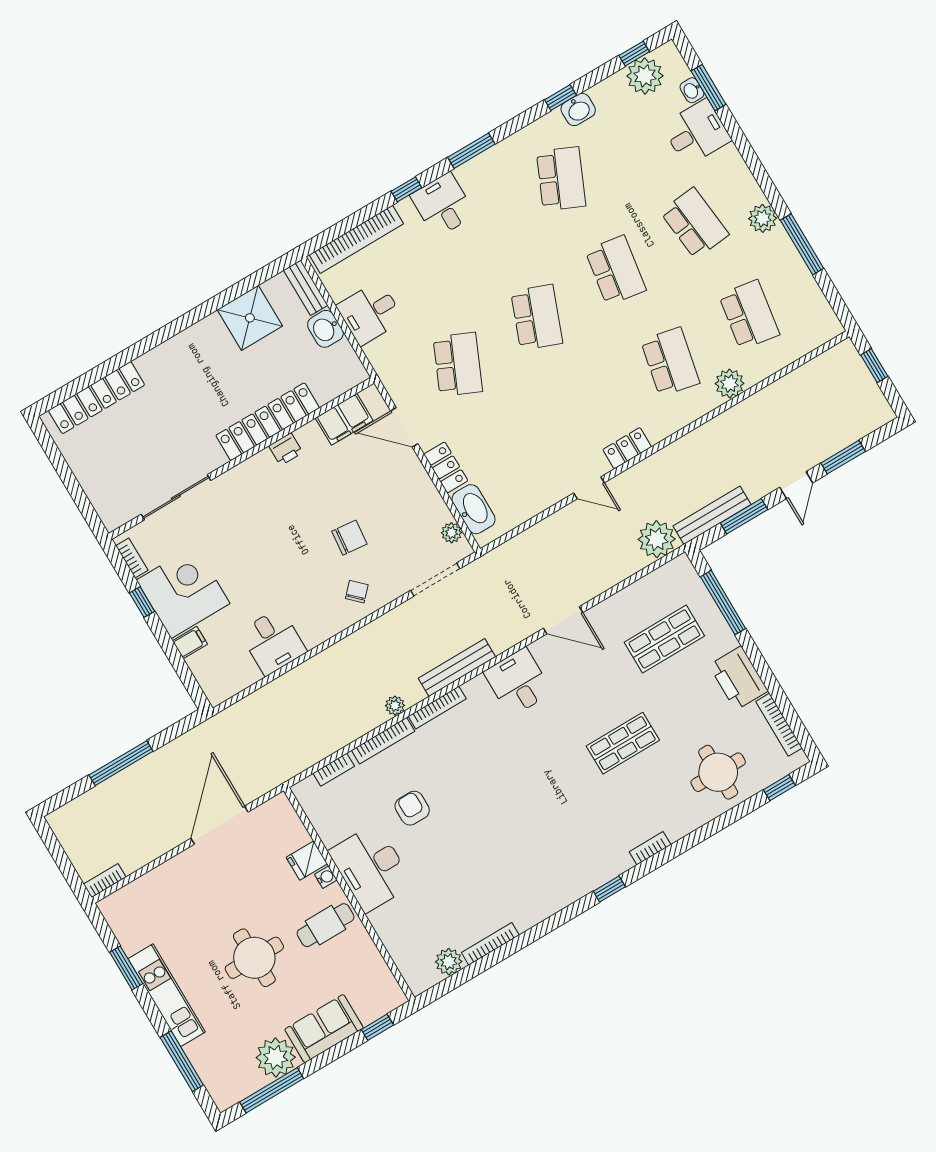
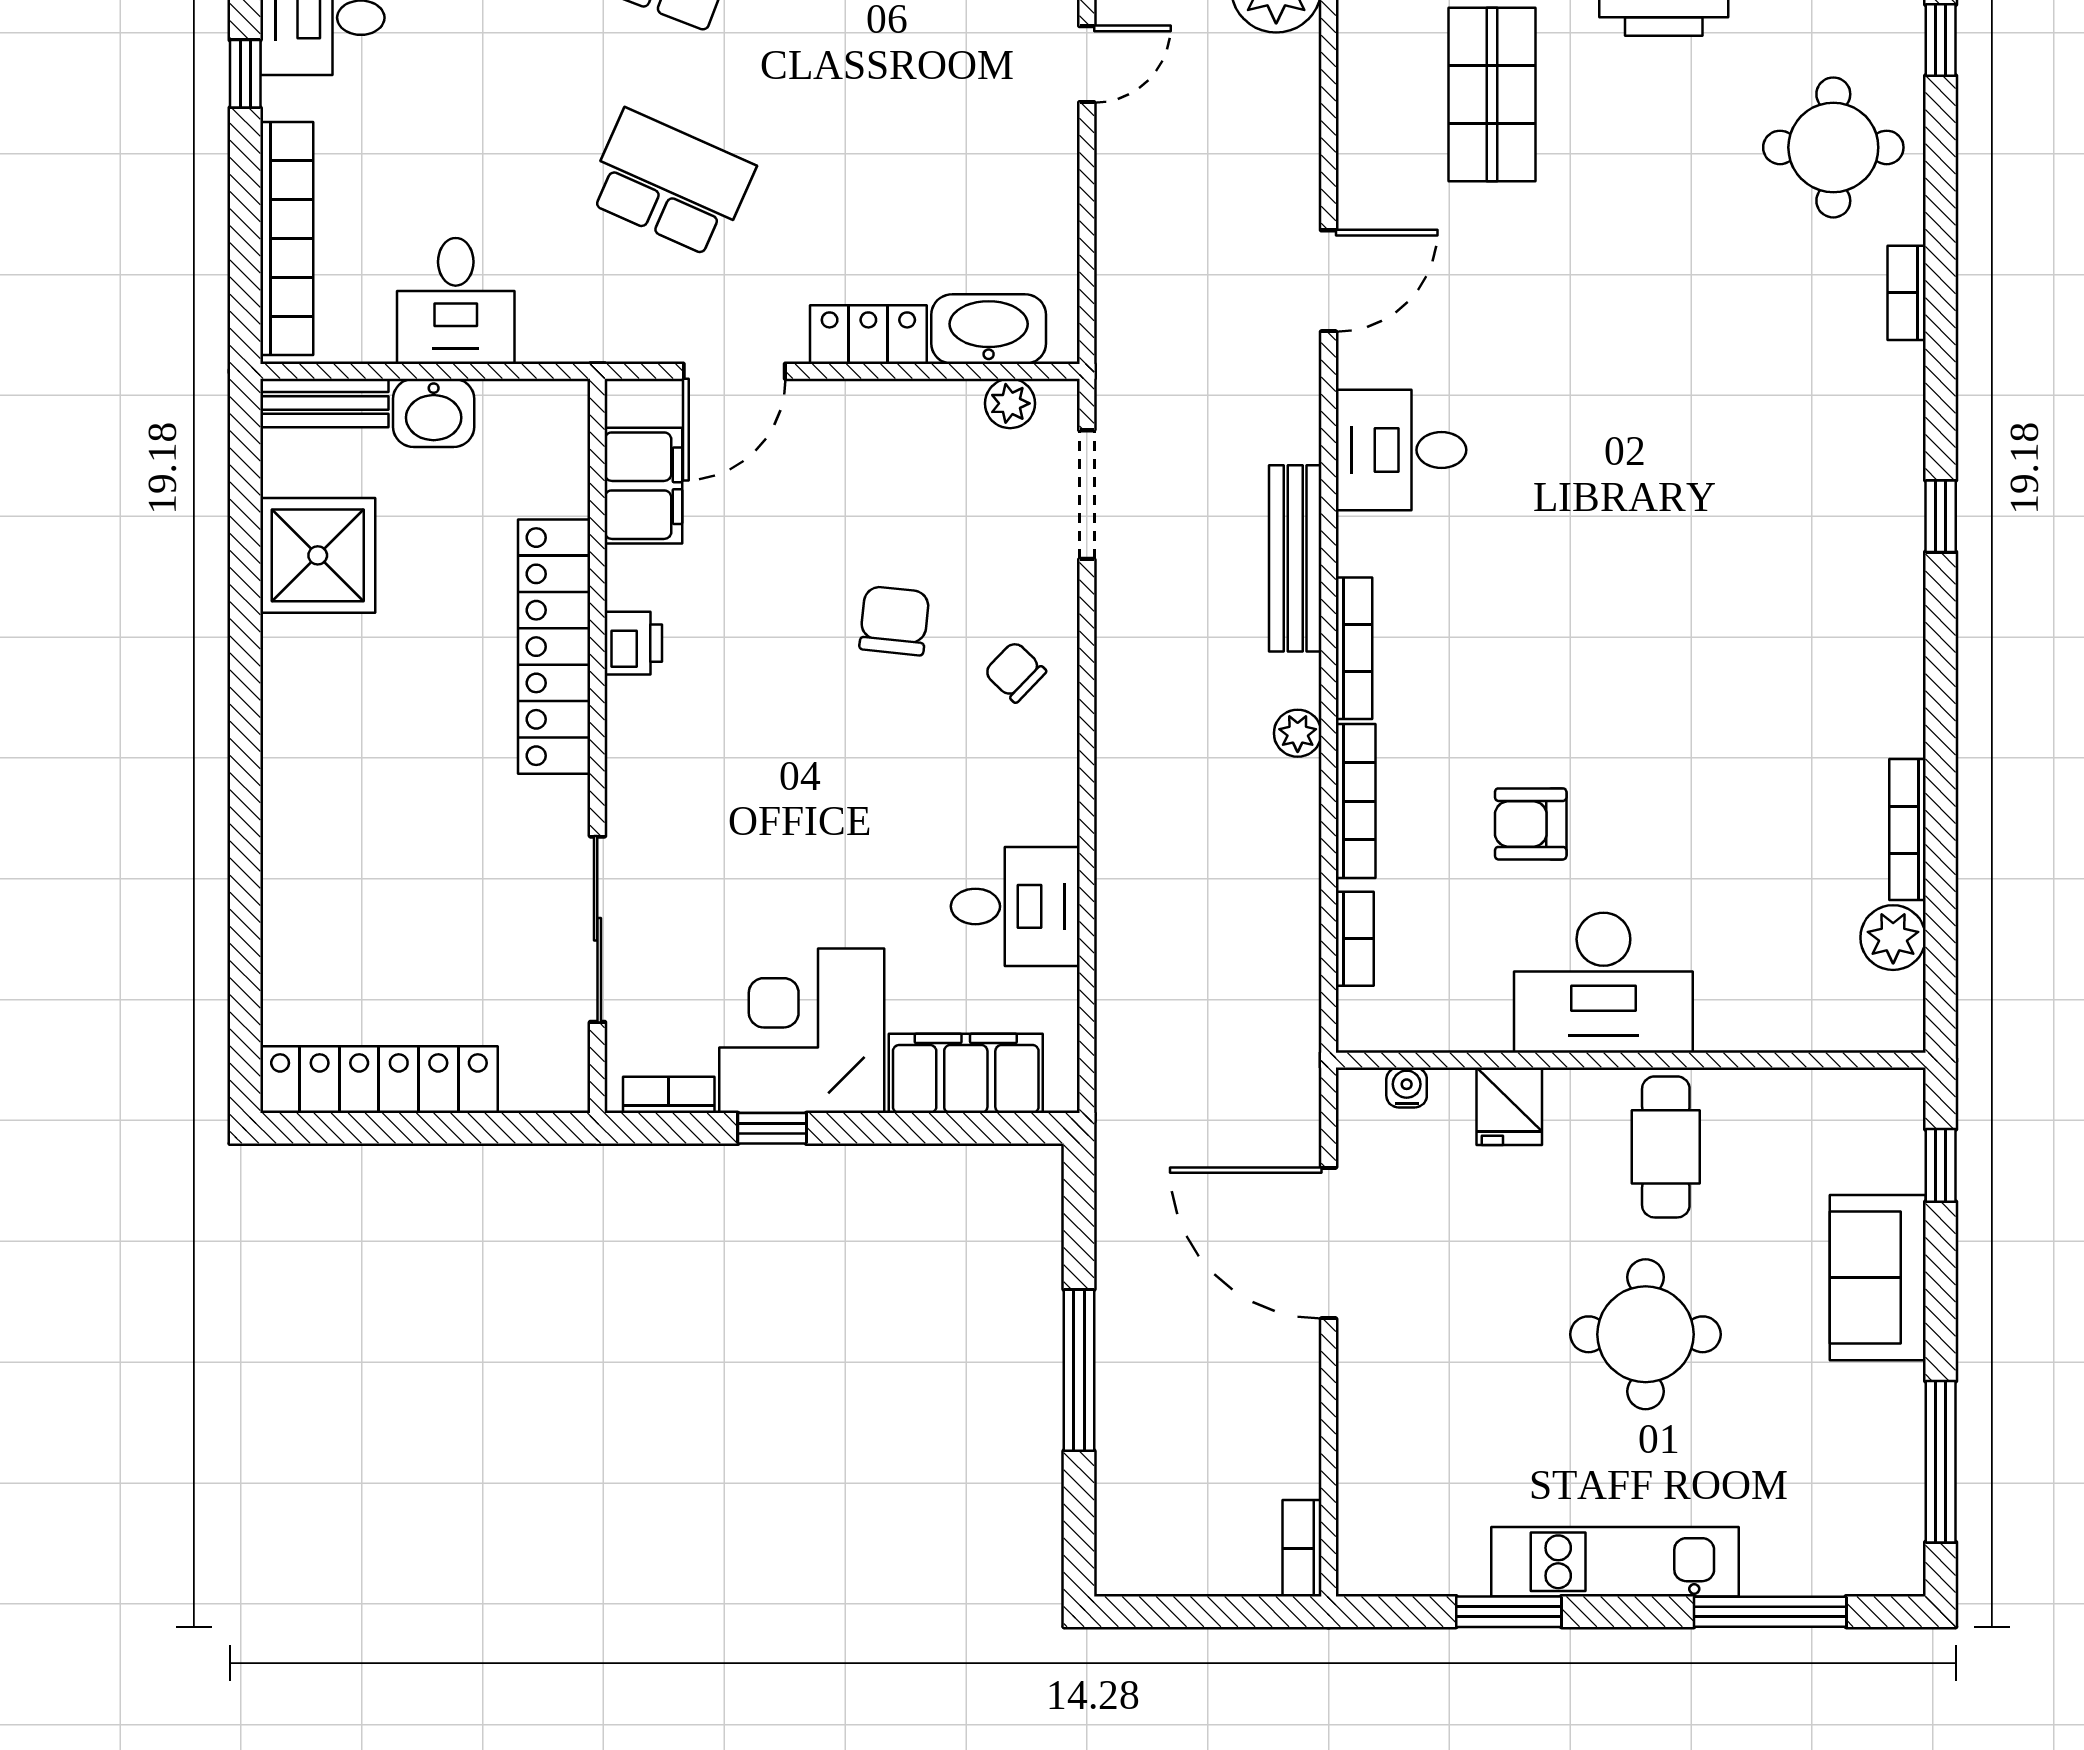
locker: (97, 398) -> (379, 1080), moved, turned -90
filing cabinet: (190, 642) -> (966, 1073), width x3.00, depth x1.17
shop shelf: (623, 743) -> (1656, 309), removed
bookcase: (650, 848) -> (1907, 293), moved
water cooler: (326, 877) -> (1407, 1087), moved
plant: (276, 1057) -> (1878, 1413), removed

